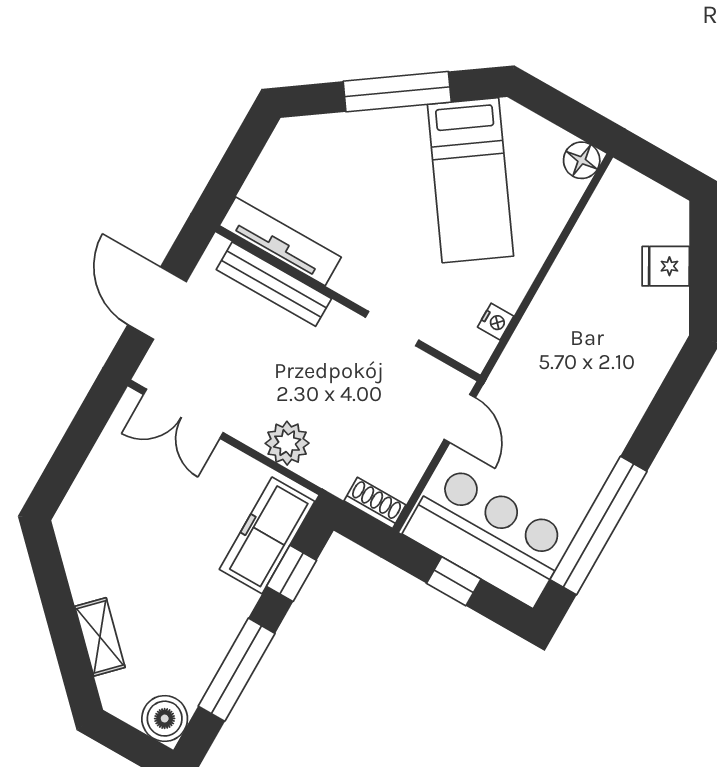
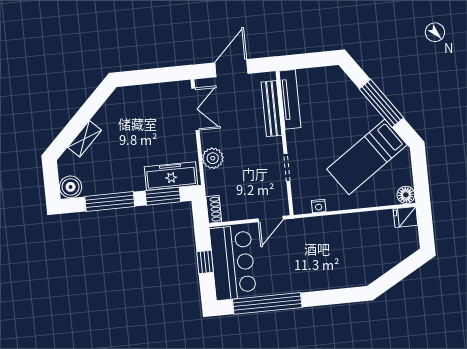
fridge: (666, 266) -> (405, 217), moved, turned -60
double door: (183, 414) -> (195, 109), swing flipped
window: (292, 573) -> (163, 196), width x1.50

